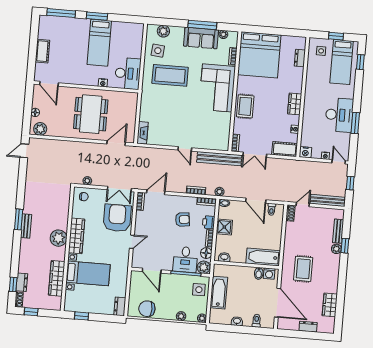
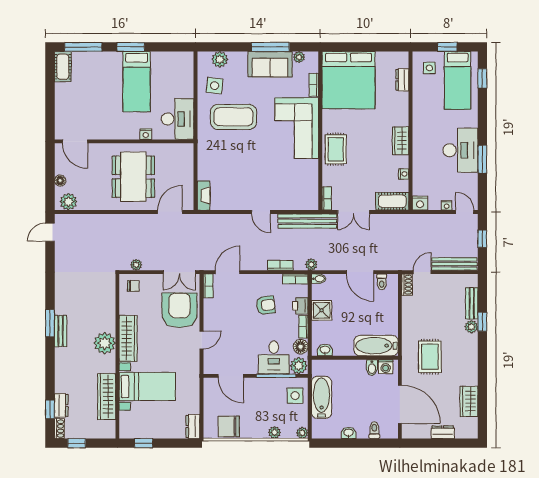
cot: (42, 51) -> (63, 67), moved

